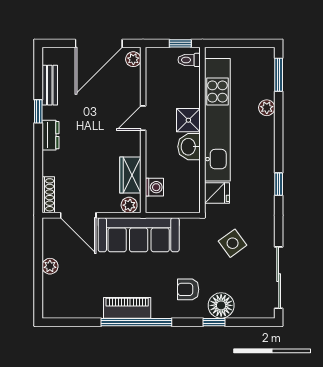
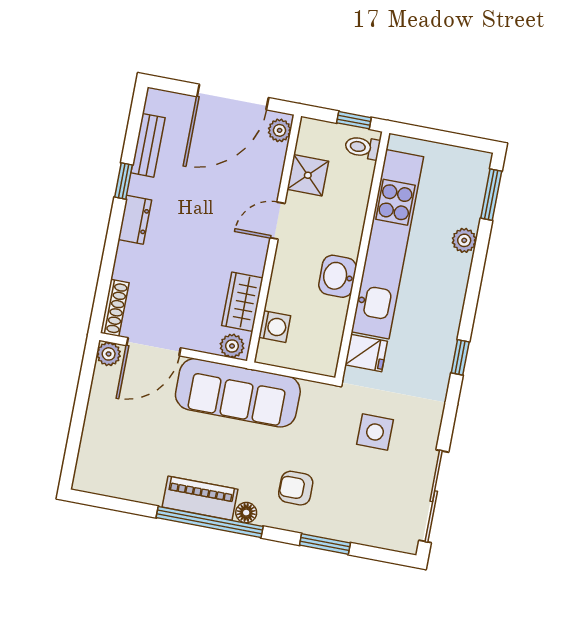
shower: (188, 120) -> (308, 175), moved
door: (78, 215) -> (154, 347), hinge flipped
side table: (233, 243) -> (375, 432), turned 36
plant: (50, 266) -> (109, 354), moved
floor lamp: (221, 305) -> (246, 513), moved, width x0.53, depth x0.53
window: (214, 322) -> (325, 544), width x1.50

